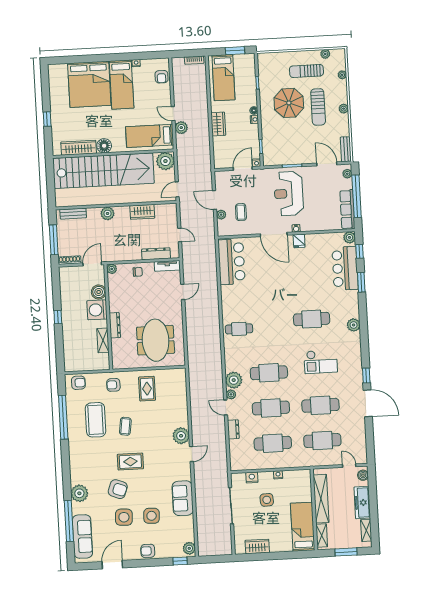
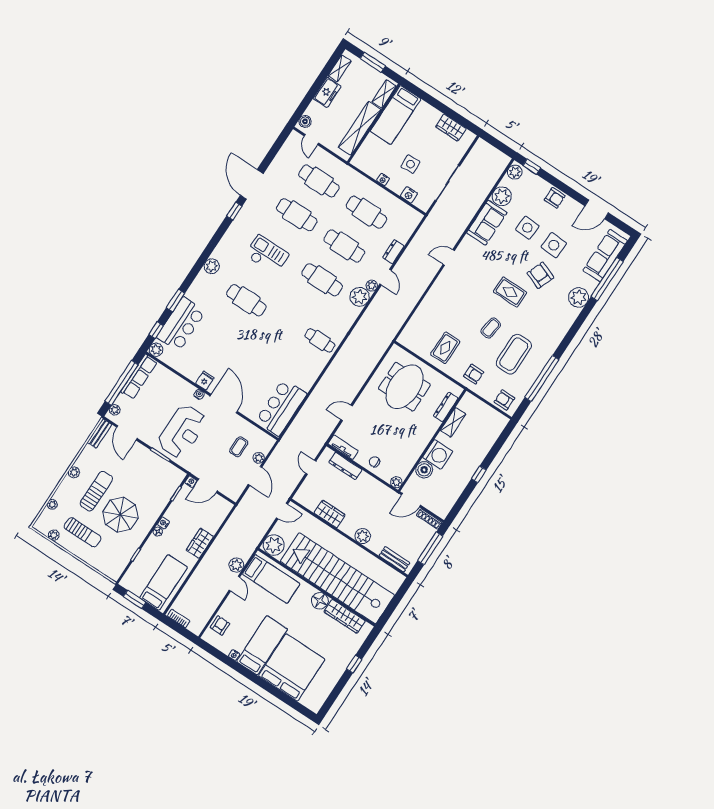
dresser: (115, 325) -> (446, 407), moved
plant: (181, 436) -> (502, 196), moved
freezer: (362, 503) -> (327, 92), width x0.71

